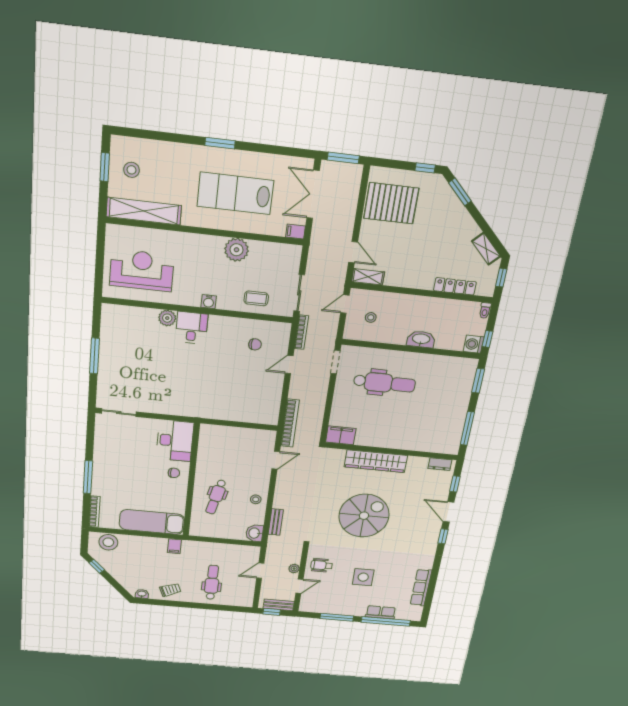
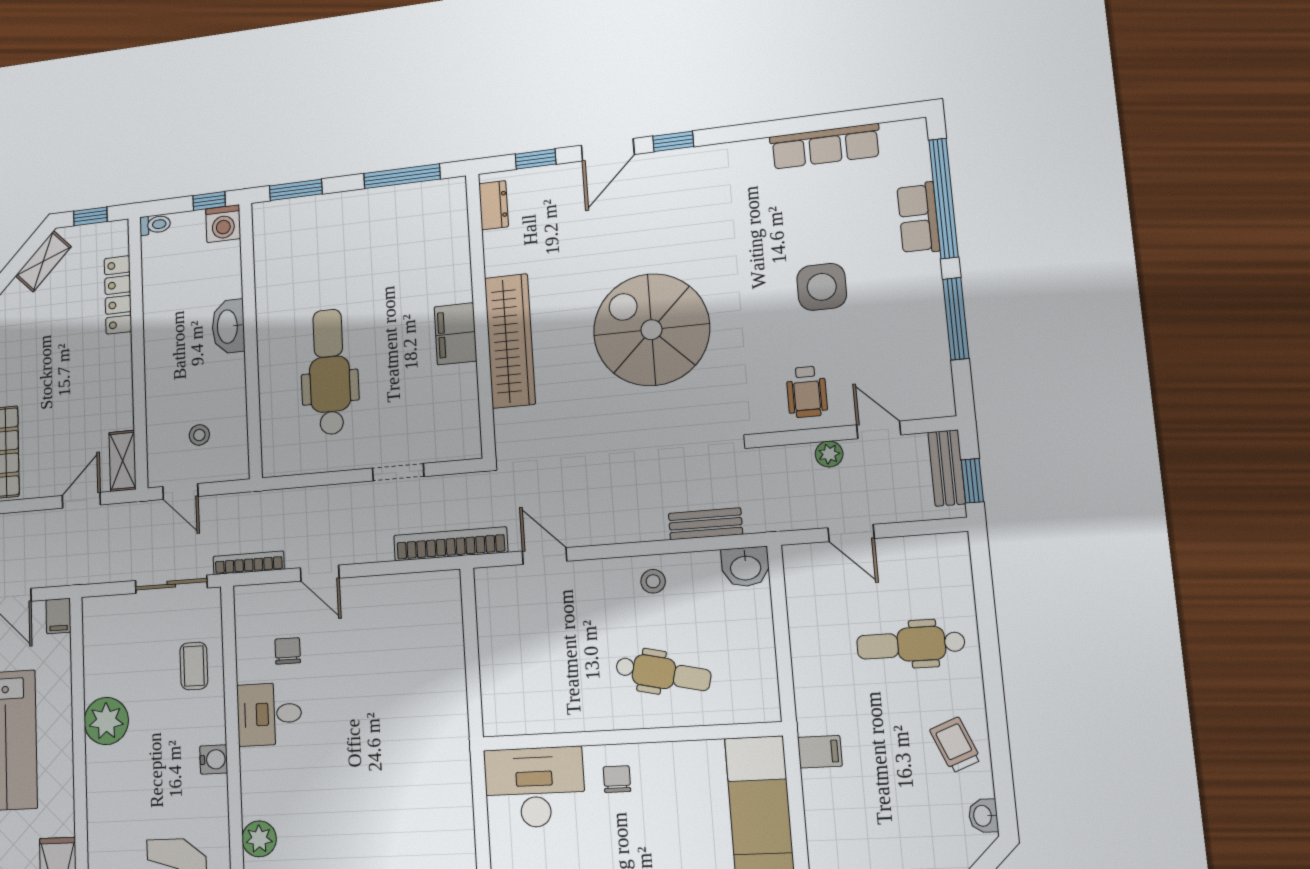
desk: (192, 328) -> (269, 714), moved
doorway: (335, 362) -> (398, 472), moved
filing cabinet: (341, 435) -> (455, 334), moved

